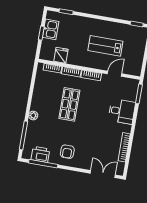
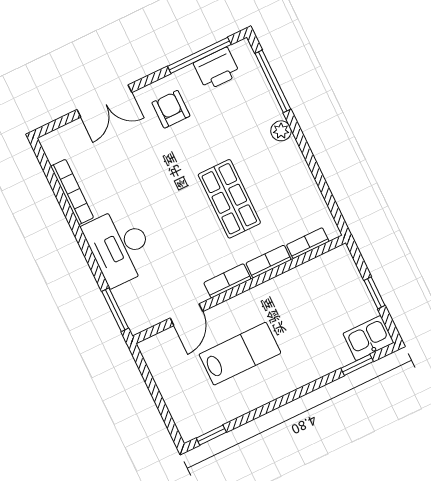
kitchen sink: (51, 29) -> (368, 338), moved, turned 90
fridge: (61, 55) -> (309, 278), removed
desk: (122, 111) -> (119, 246), width x1.37
double door: (103, 174) -> (104, 101), moved

